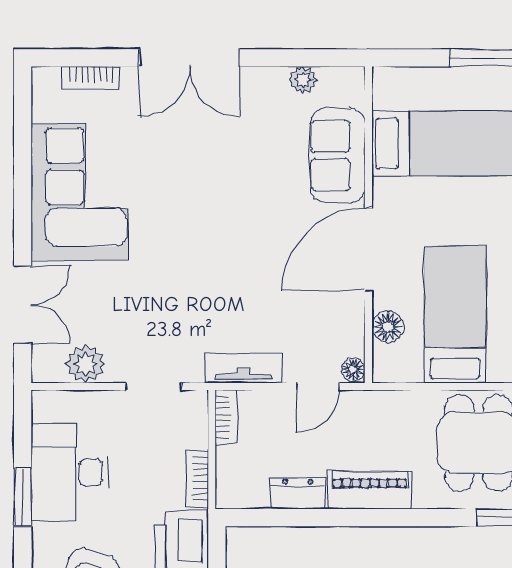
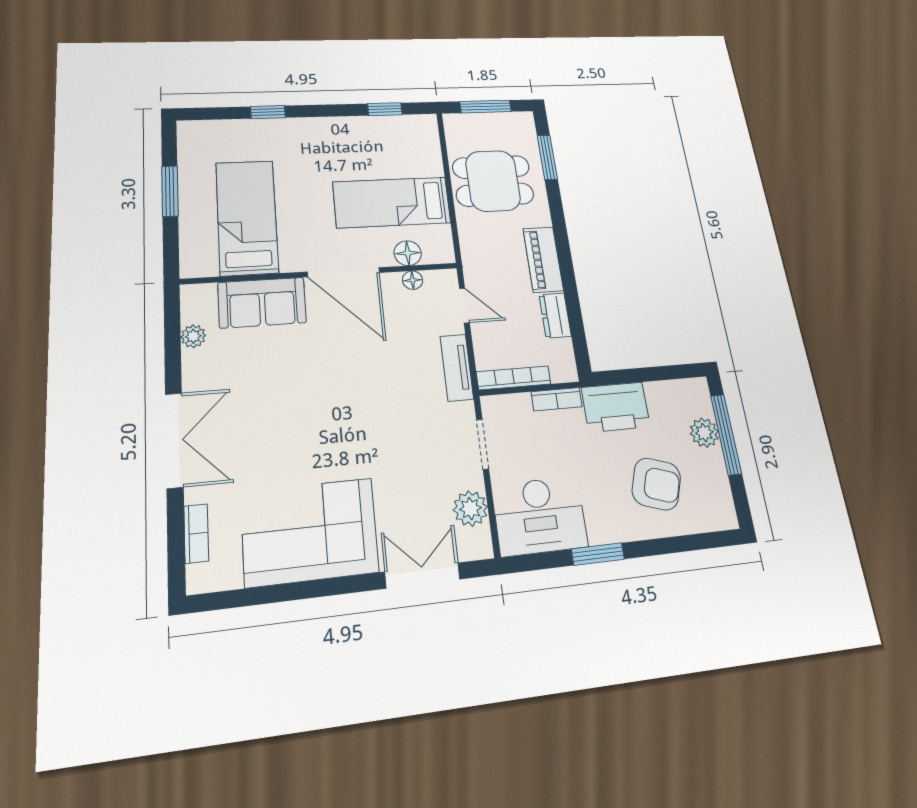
floor lamp: (353, 370) -> (413, 280), moved
bookcase: (226, 417) -> (514, 378), width x1.56
desk: (70, 472) -> (540, 516), moved

